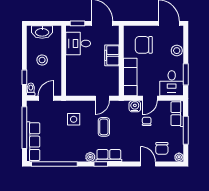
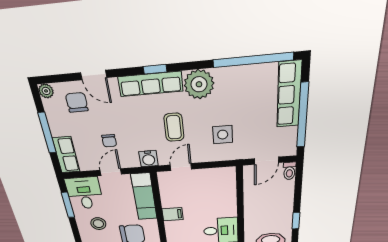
stool: (177, 51) -> (98, 224), moved
filing cabinet: (112, 55) -> (173, 214), width x0.50
stool: (42, 60) -> (271, 209), removed
window: (24, 77) -> (296, 221), moved
water cooler: (135, 106) -> (149, 159), moved
row of seats: (109, 156) -> (151, 84), width x1.48
plant: (90, 157) -> (199, 84), width x1.87, depth x1.87
window: (101, 164) -> (155, 69), moved

